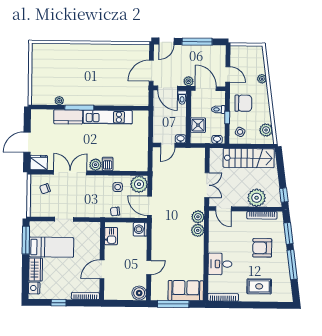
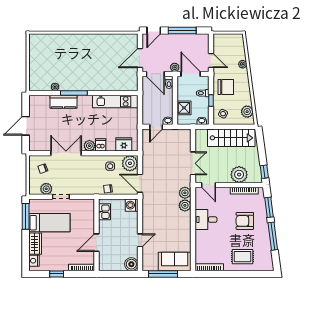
kitchen unit: (108, 117) -> (115, 101), moved
fridge: (39, 163) -> (124, 144), moved
plant: (48, 211) -> (46, 189), added
desk: (220, 264) -> (206, 220), moved

